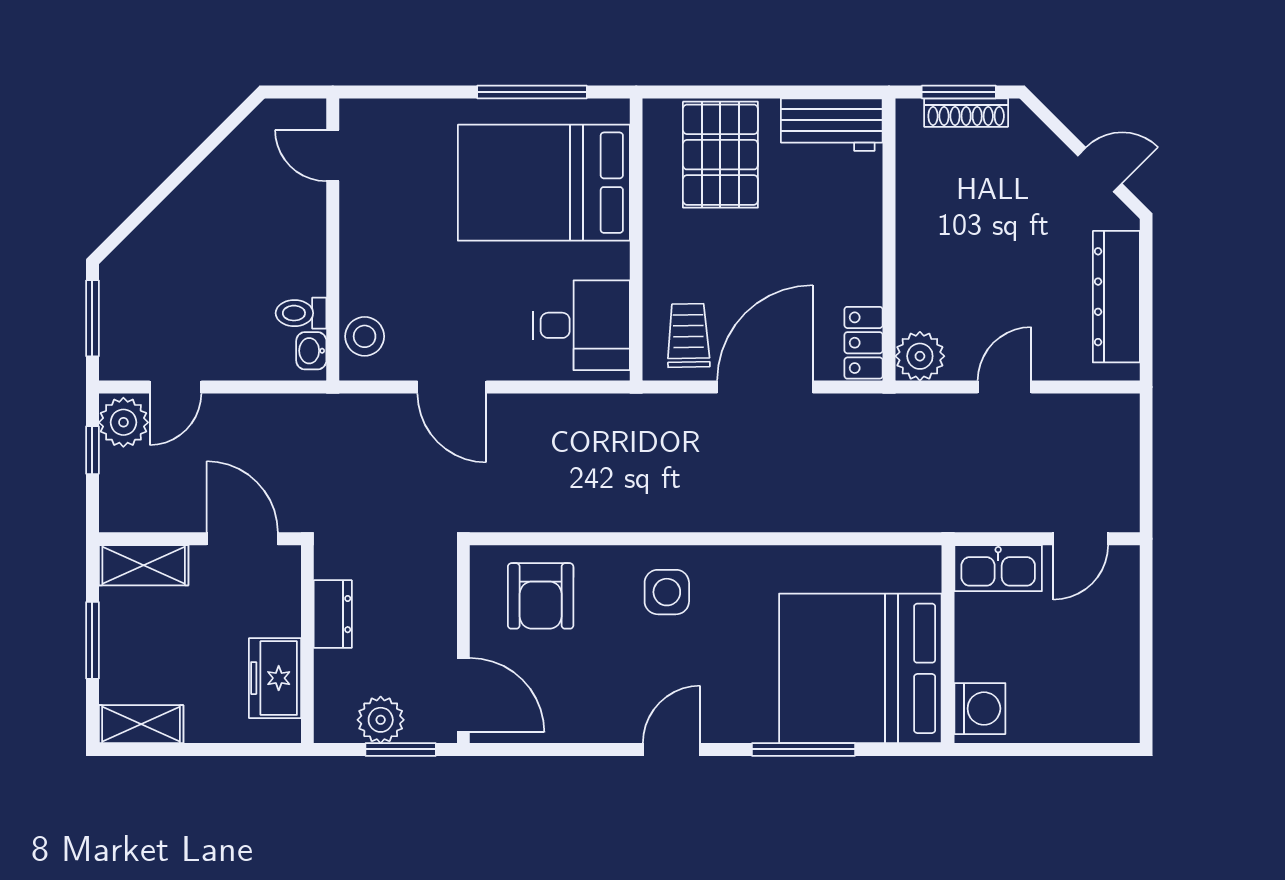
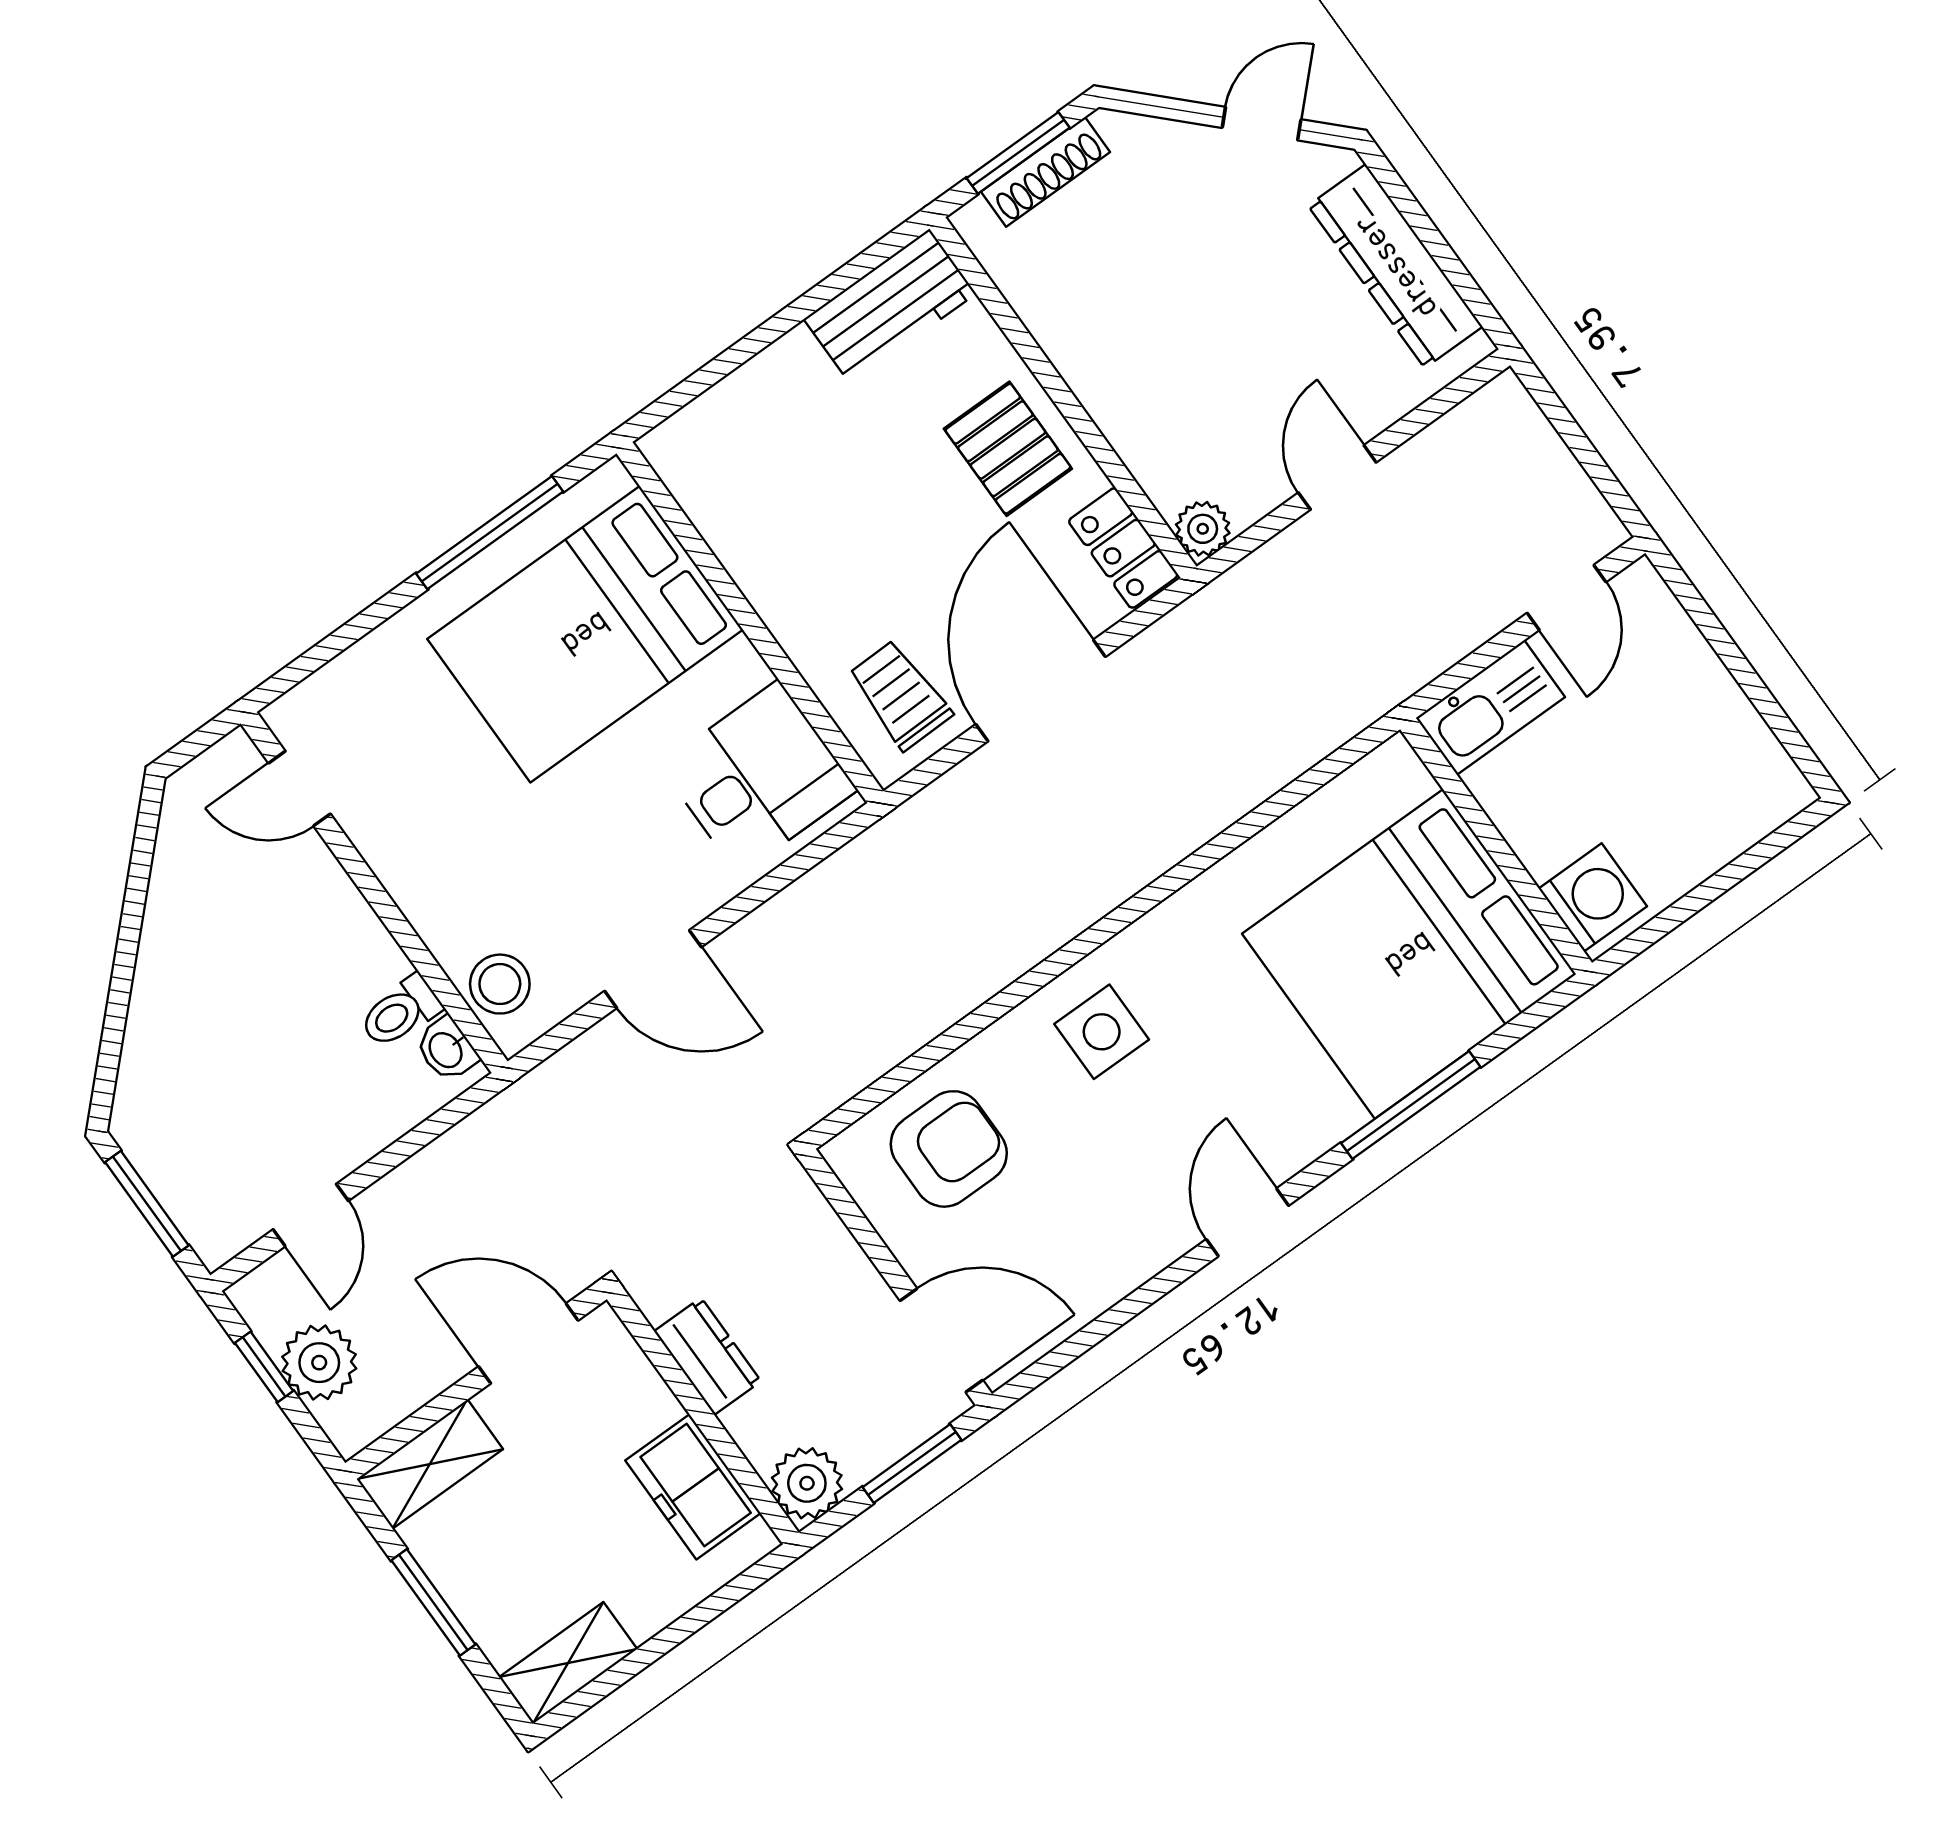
pallet: (720, 155) -> (1008, 449), moved, width x0.67, depth x0.71
plant: (920, 356) -> (1203, 529), width x0.73, depth x0.73
plant: (123, 422) -> (319, 1363), moved
armchair: (541, 596) -> (949, 1149), turned -90
plant: (381, 720) -> (807, 1483), moved

